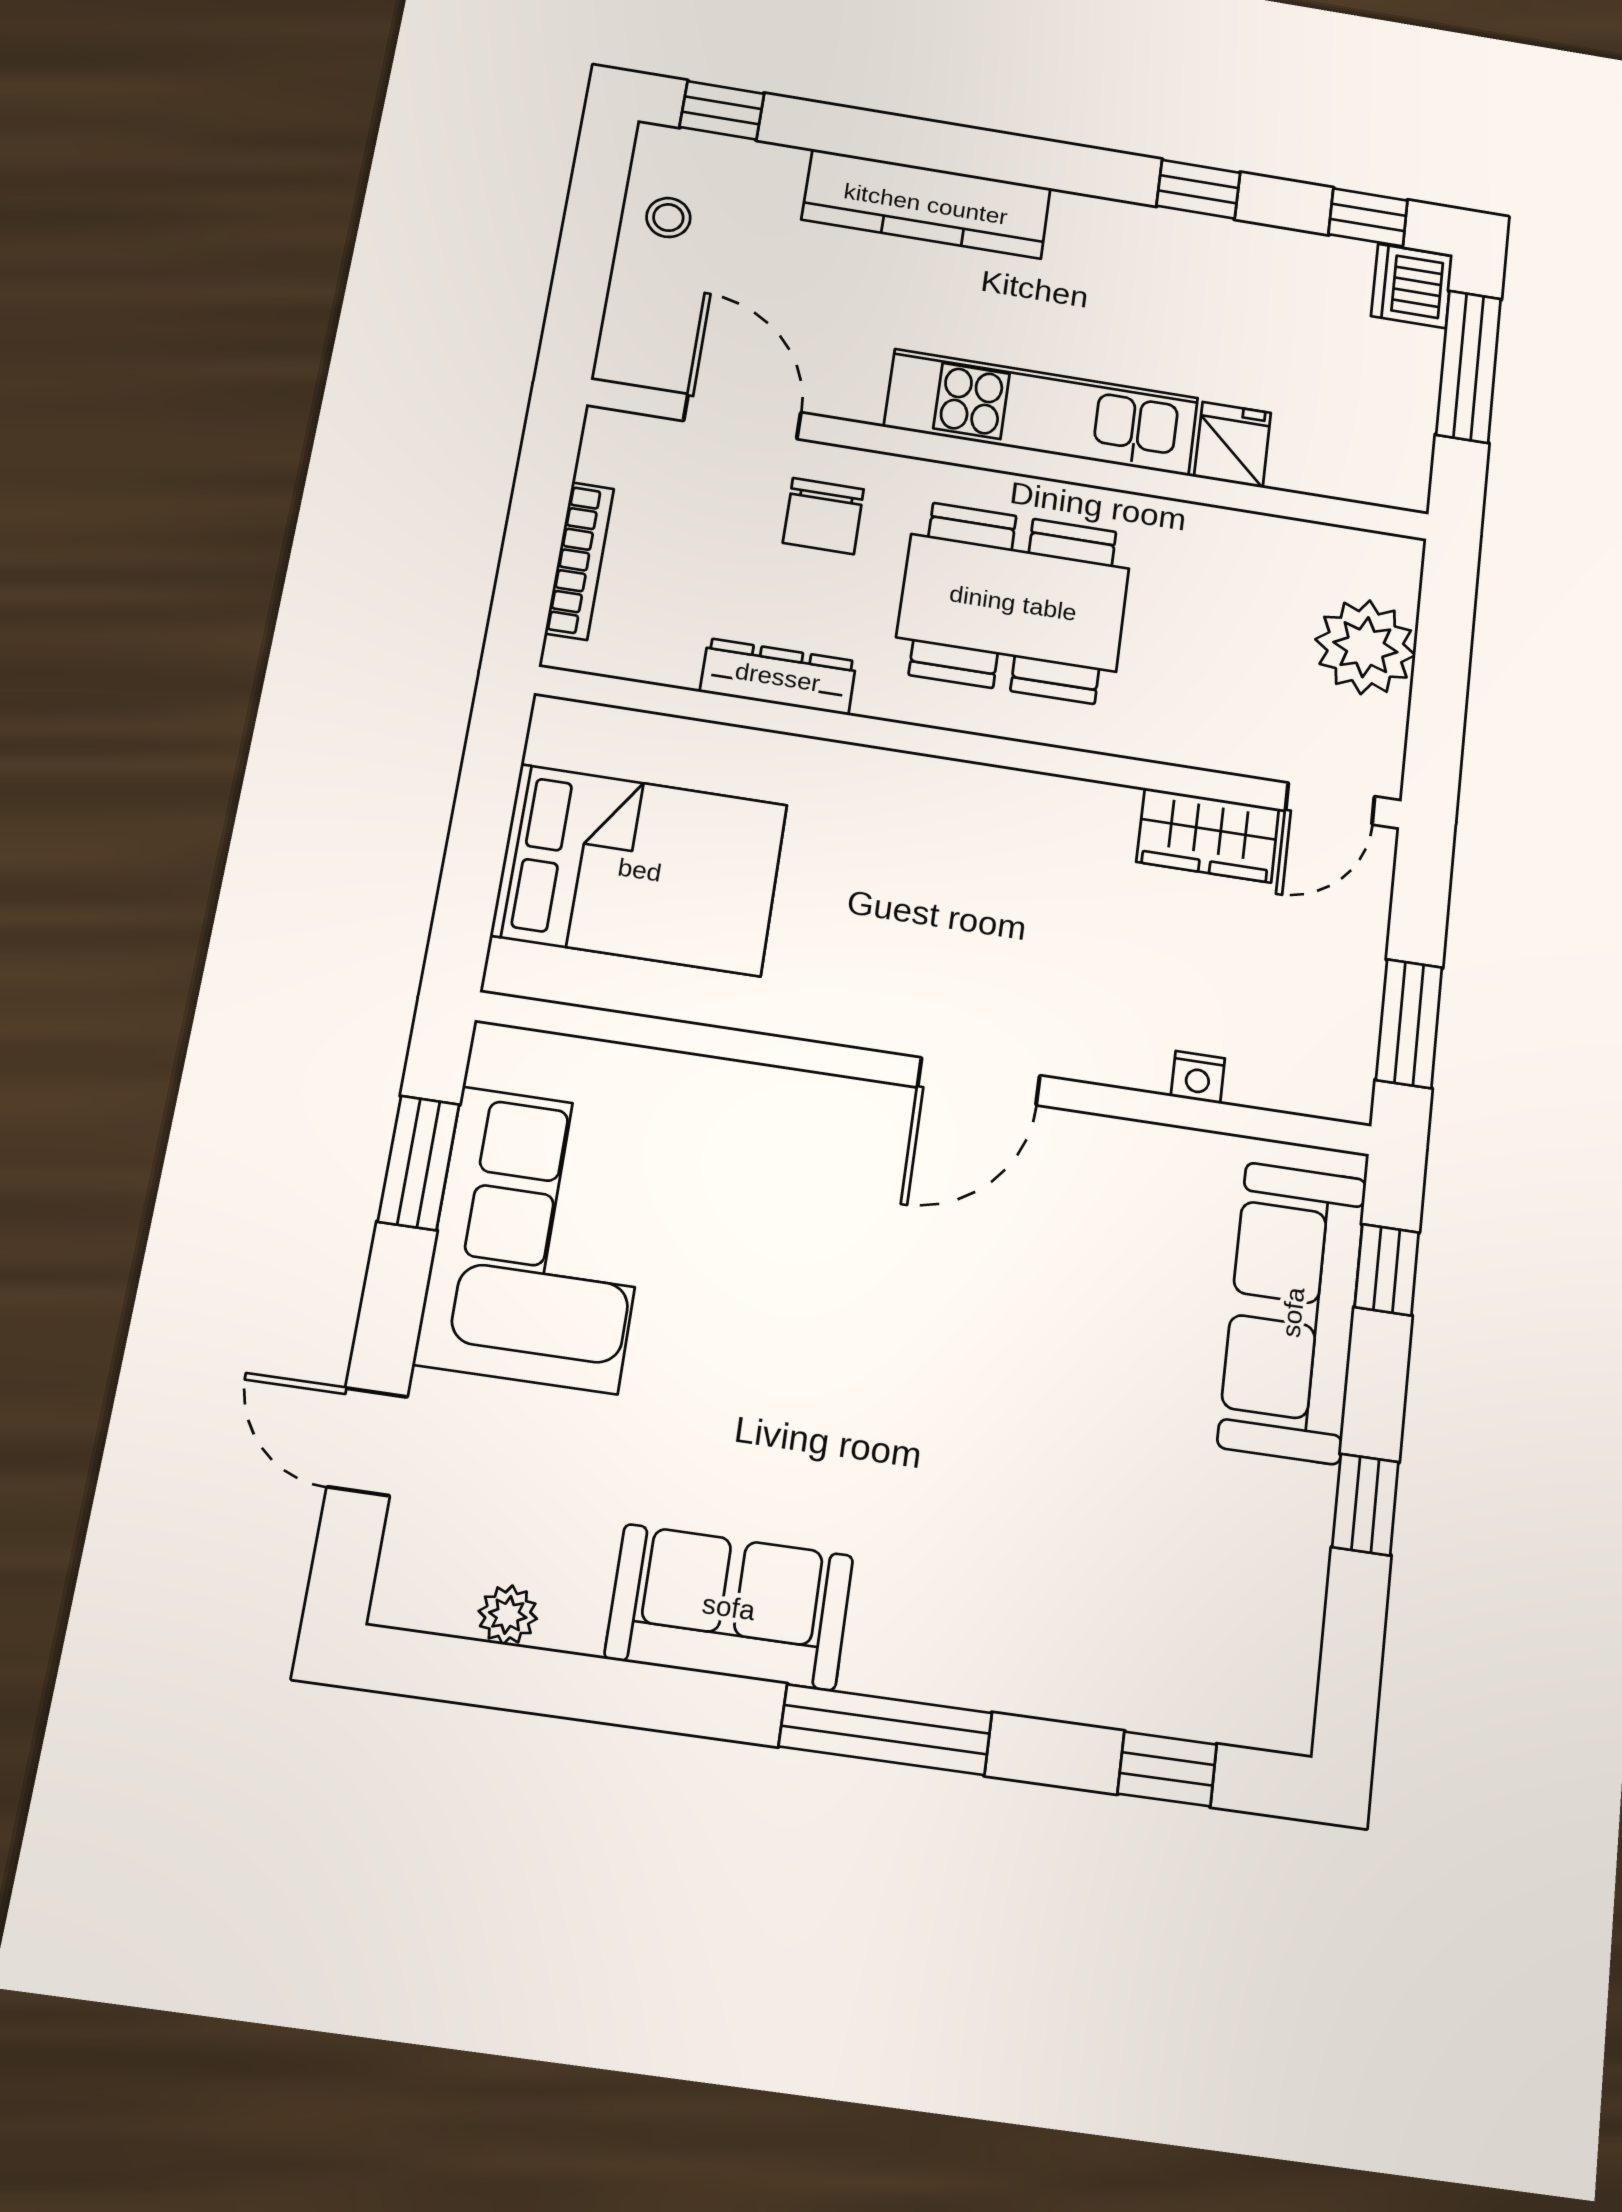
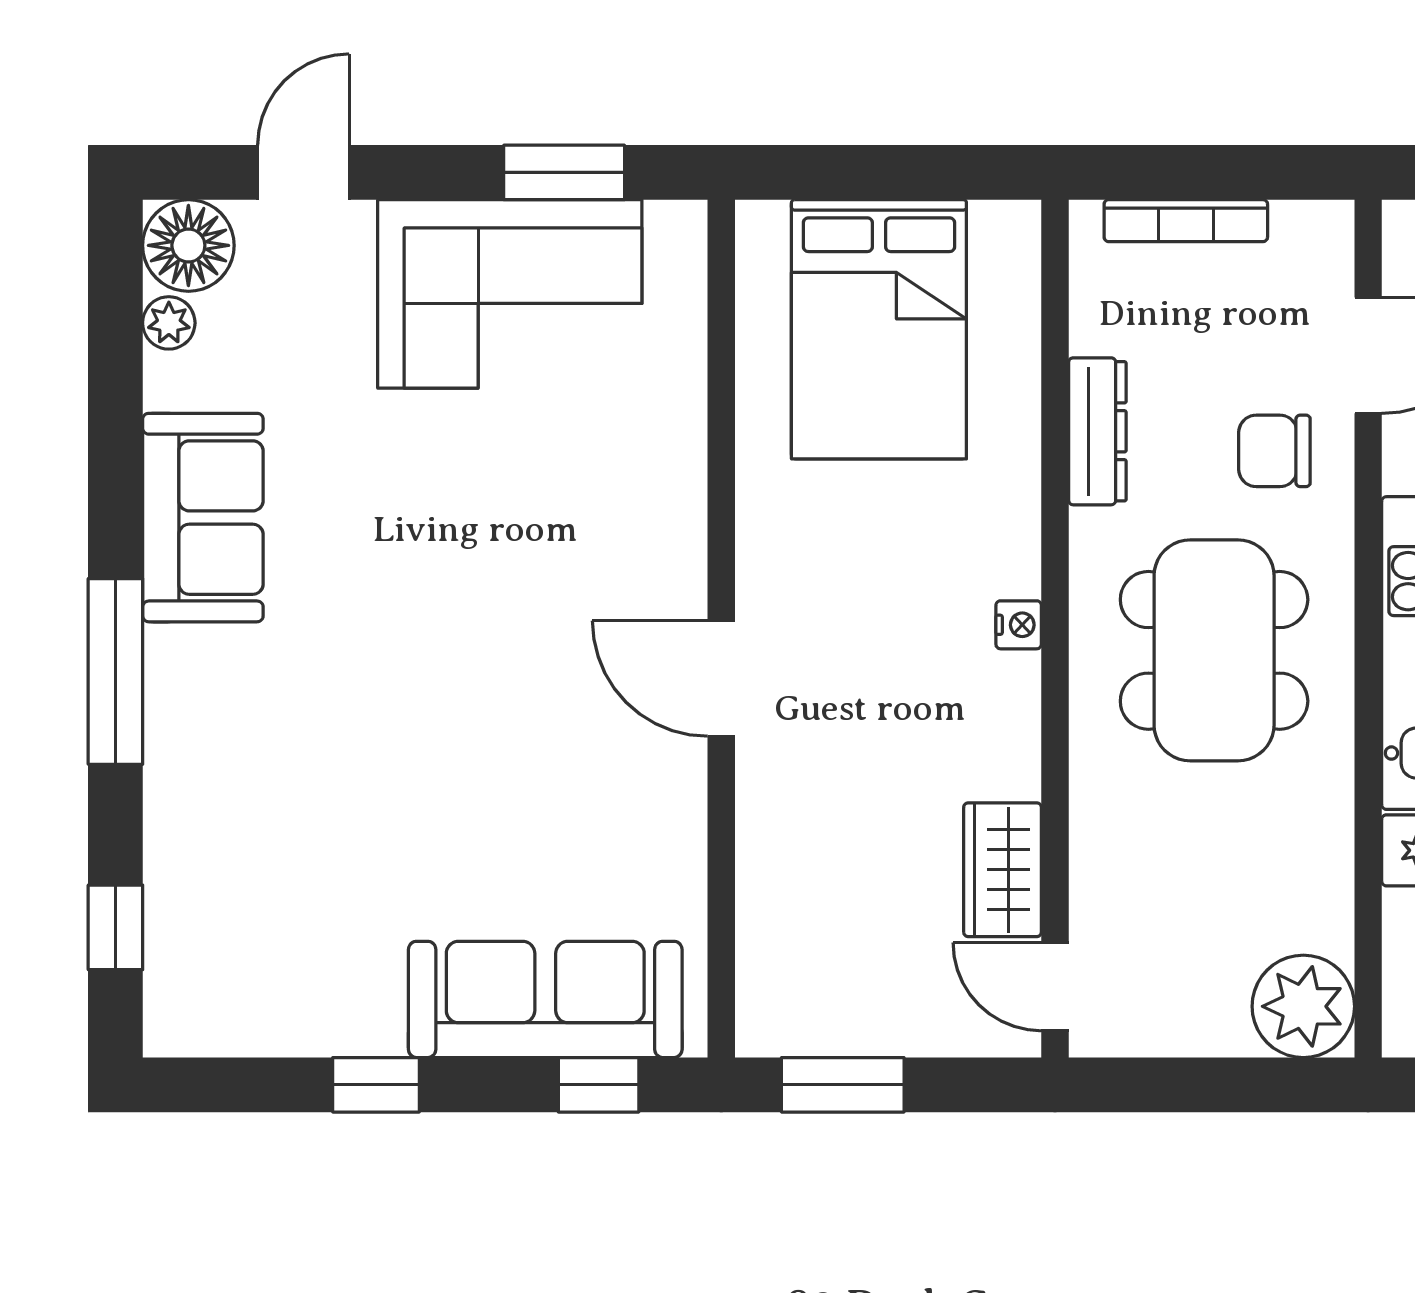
plant: (1365, 647) -> (1303, 1006), moved
nightstand: (1198, 1077) -> (1019, 625), moved, turned 180
floor lamp: (425, 1581) -> (188, 245), added

